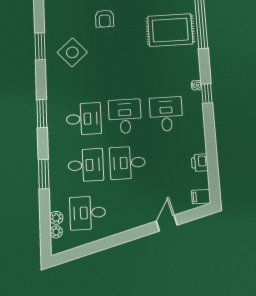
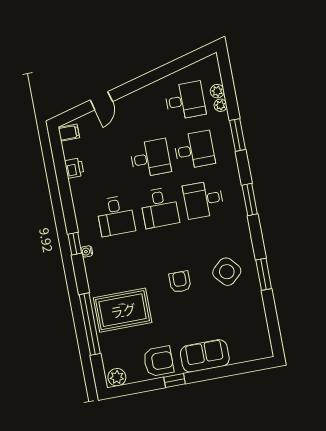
armchair: (105, 19) -> (180, 282), moved
desk: (86, 165) -> (194, 150), turned 180
plant: (56, 232) -> (220, 105), moved

